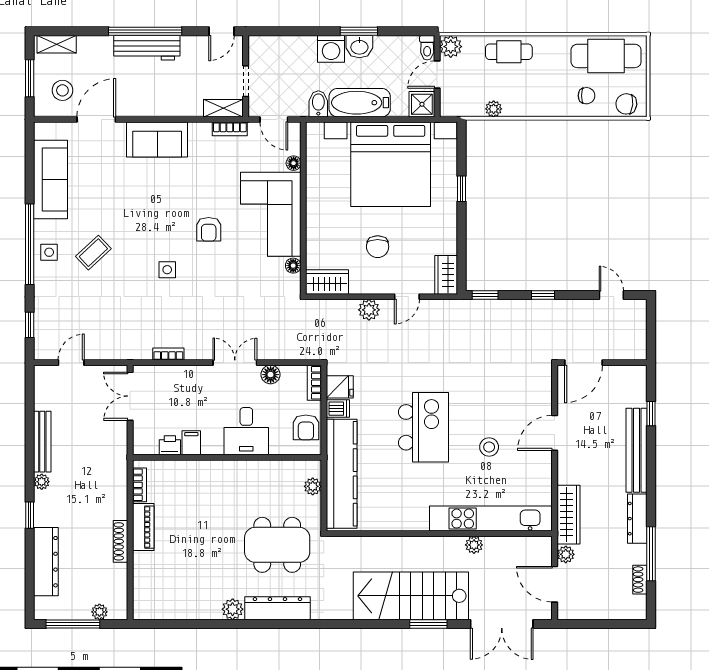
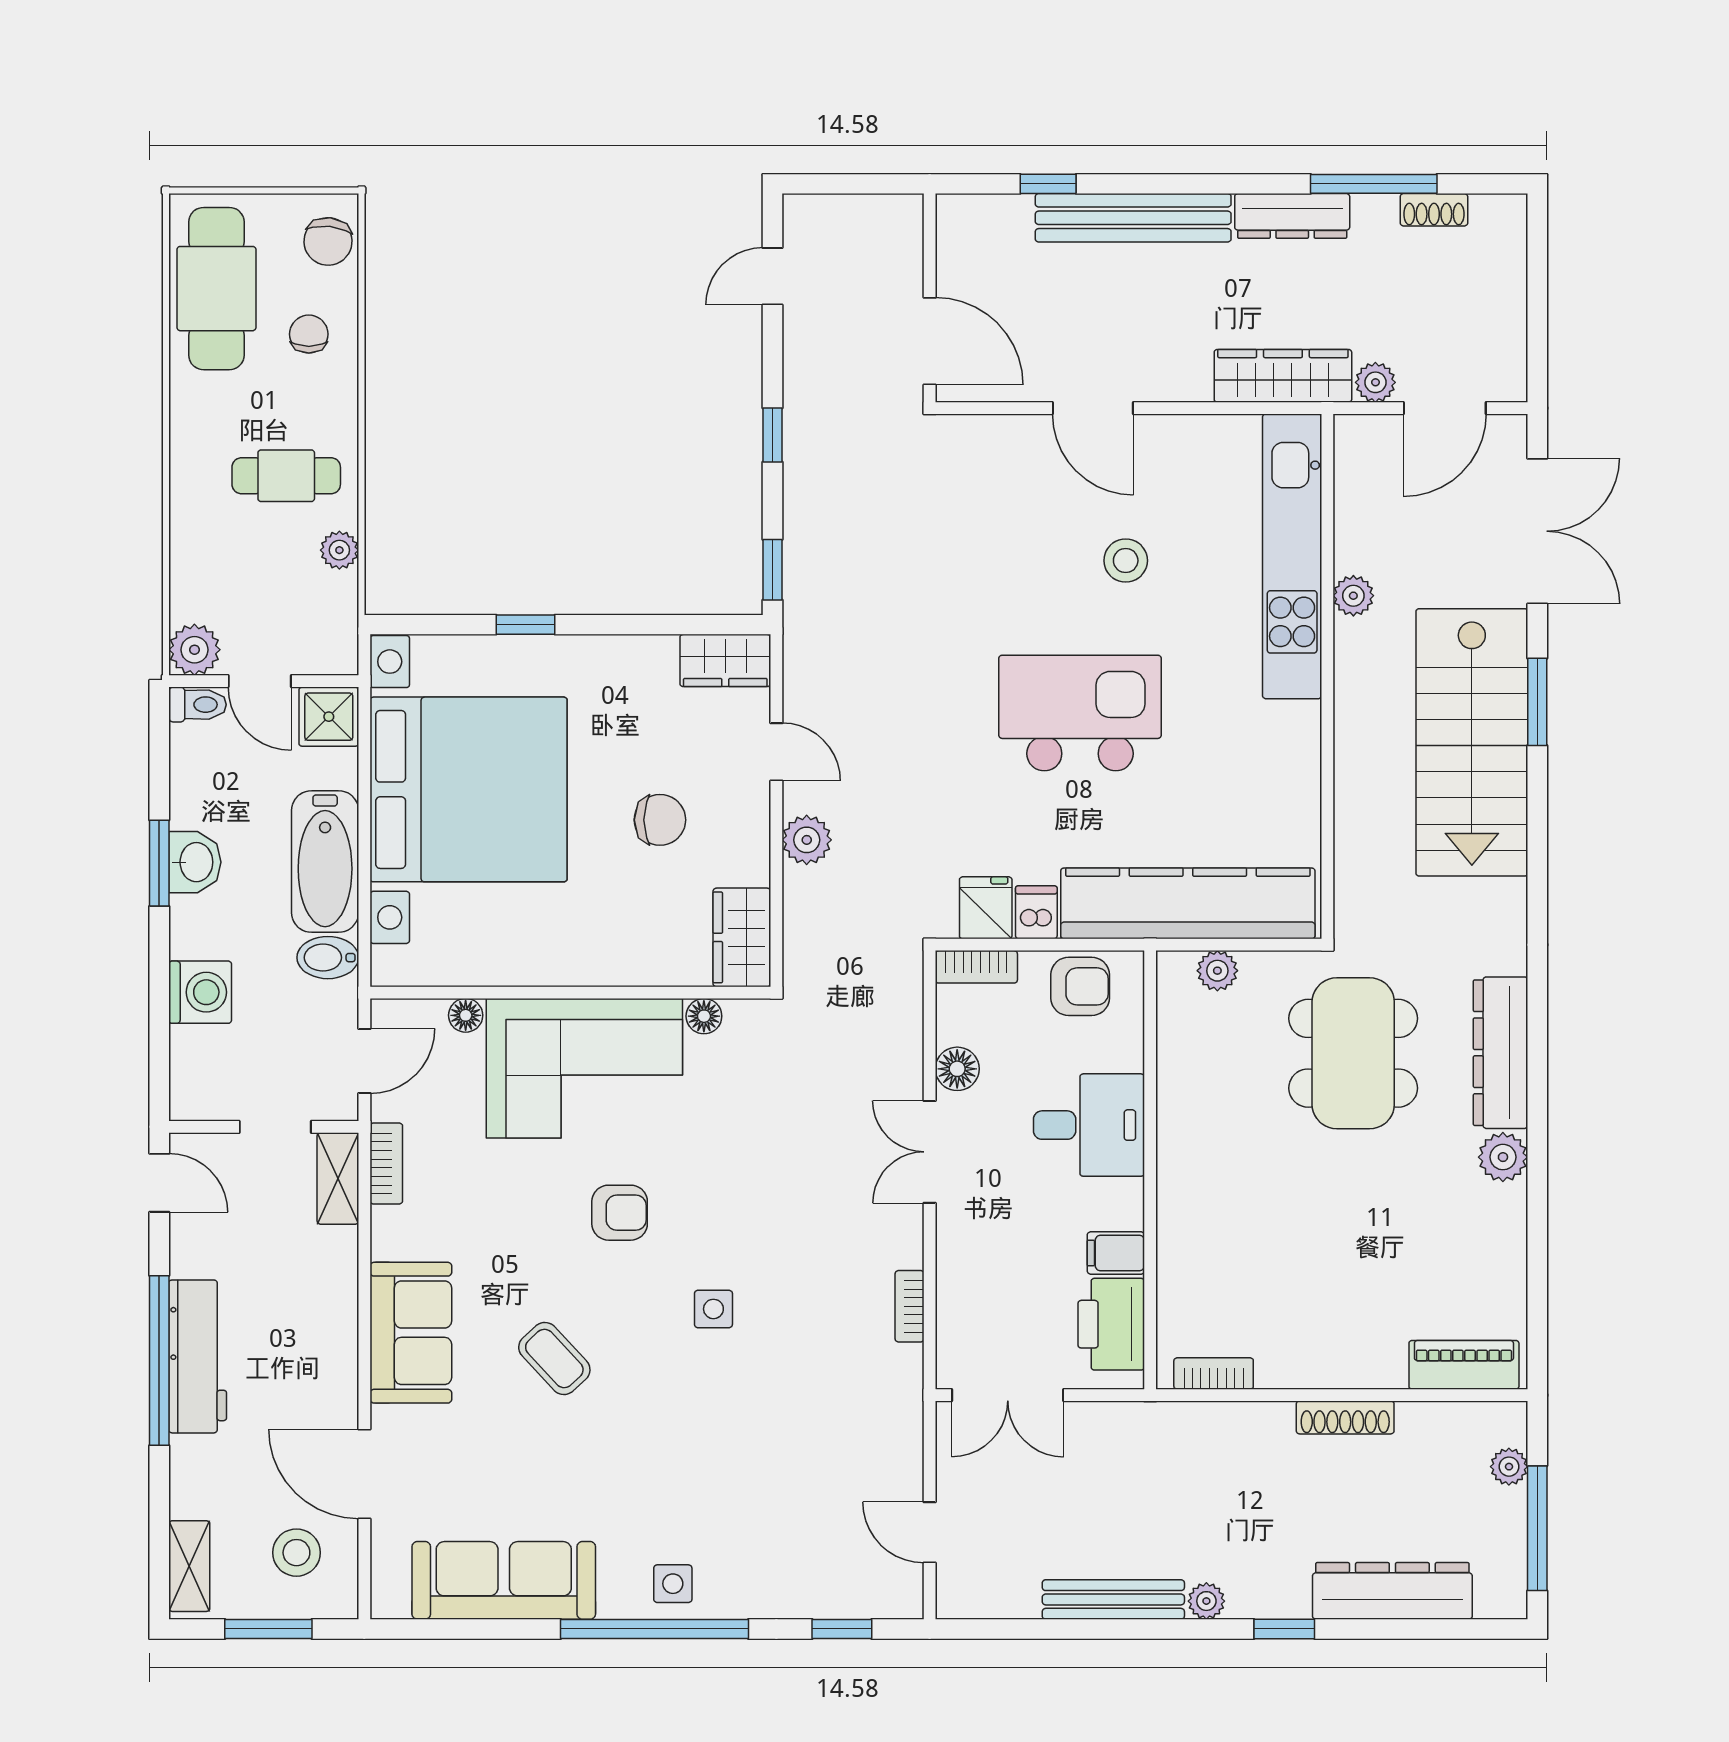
washing machine: (331, 49) -> (200, 992), moved
cafe table: (509, 52) -> (286, 476), moved, turned 90
coffee table: (93, 253) -> (554, 1358), moved
printer: (170, 445) -> (1111, 1324), width x1.87, depth x1.48
piano: (143, 527) -> (1464, 1365), moved

